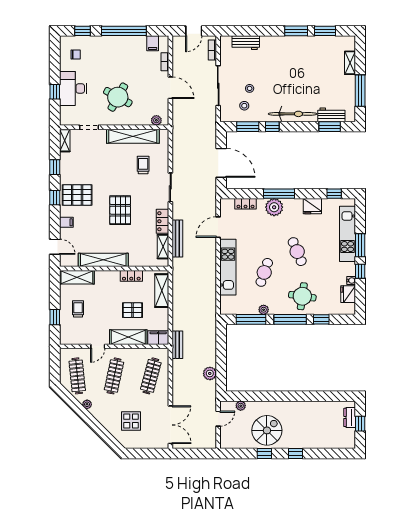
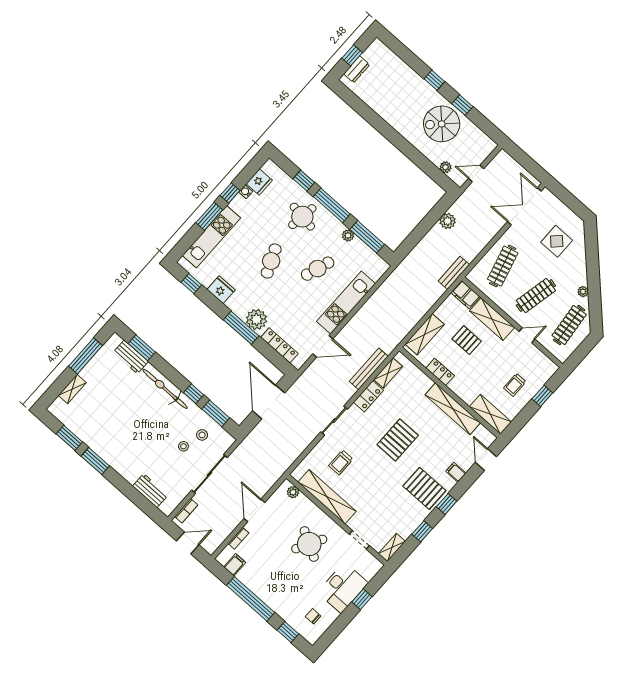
locker: (246, 204) -> (280, 345), width x1.53
clothes rail: (151, 376) -> (503, 266), turned -30

